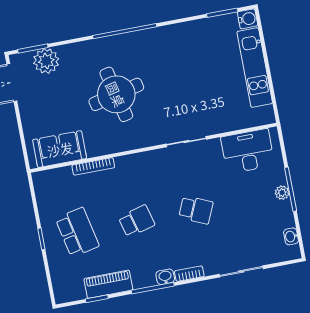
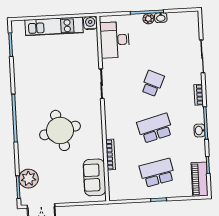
water cooler: (248, 19) -> (90, 23), moved
school desk: (137, 221) -> (155, 128), width x1.85
washbasin: (291, 236) -> (161, 18), moved
washbasin: (165, 277) -> (199, 130), moved
piano: (108, 284) -> (200, 179), moved

